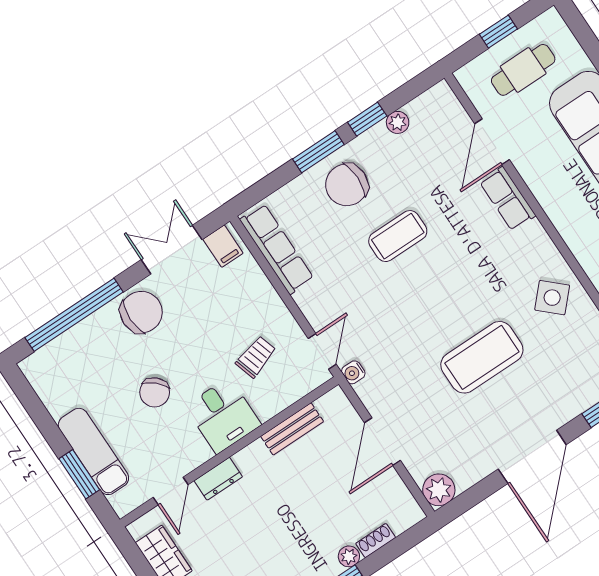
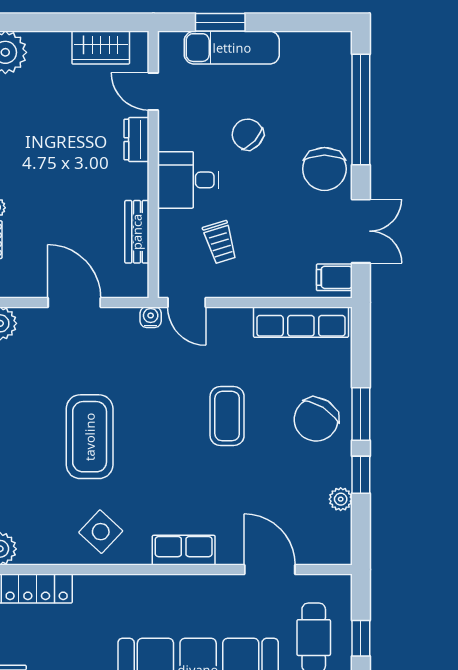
chair: (347, 185) -> (316, 419), turned -148
row of seats: (508, 199) -> (184, 550), moved
coffee table: (398, 236) -> (227, 416), moved

